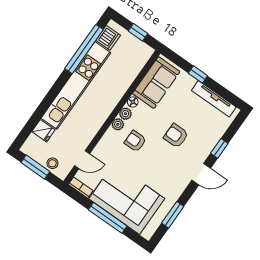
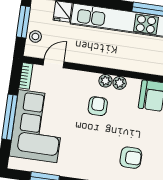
floor lamp: (133, 102) -> (135, 84), removed
armchair: (176, 136) -> (131, 158), moved, turned 90
door: (82, 160) -> (54, 63), swing flipped

